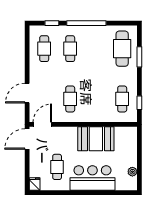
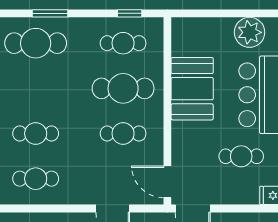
cafe table: (96, 99) -> (123, 88), added
plant: (132, 172) -> (250, 32), width x1.88, depth x1.88

